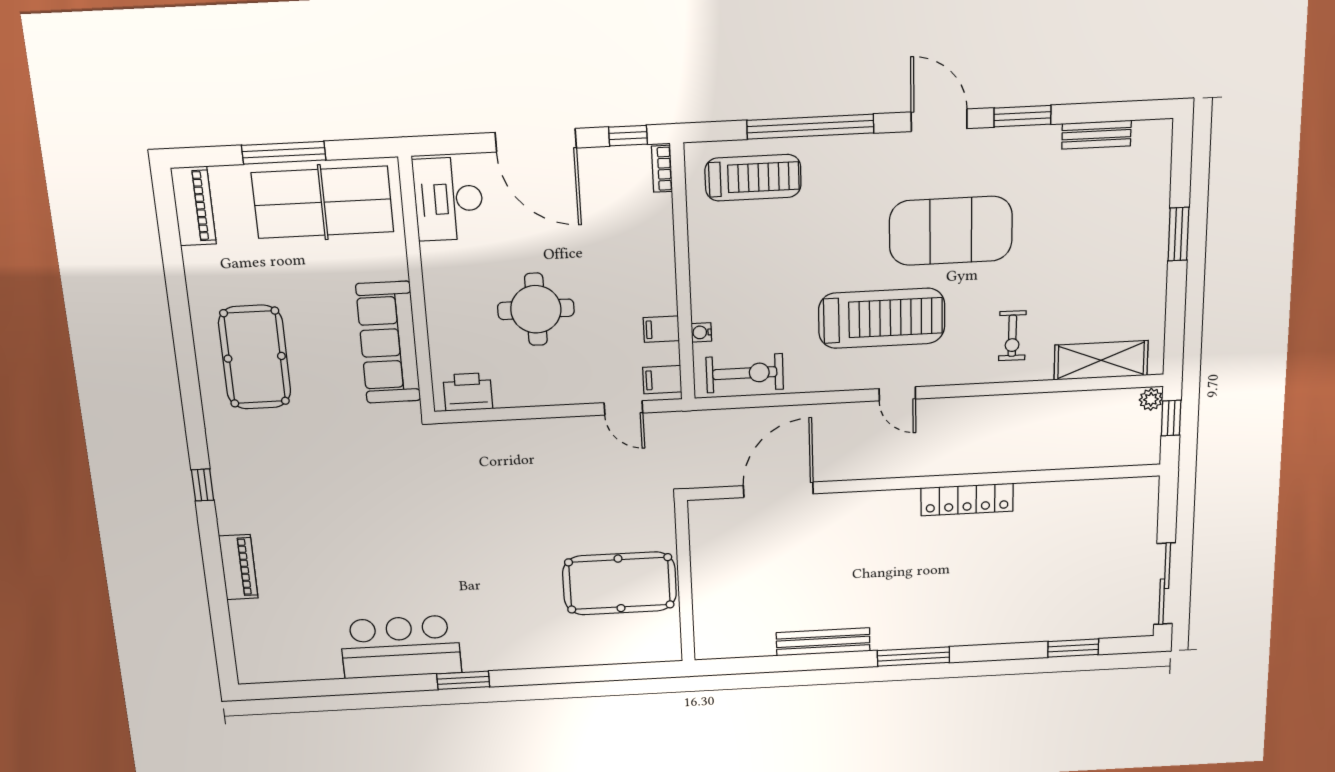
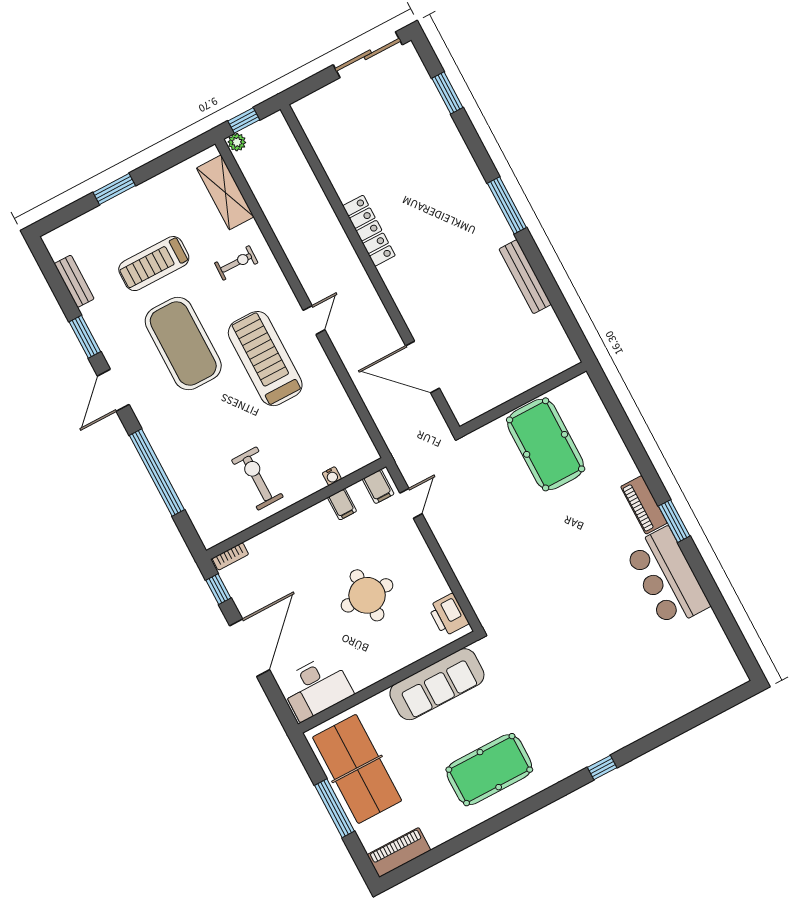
treadmill: (753, 178) -> (154, 264), moved, turned -90
exercise bike: (745, 373) -> (257, 478), moved
piano: (238, 567) -> (644, 505), moved, turned -90

